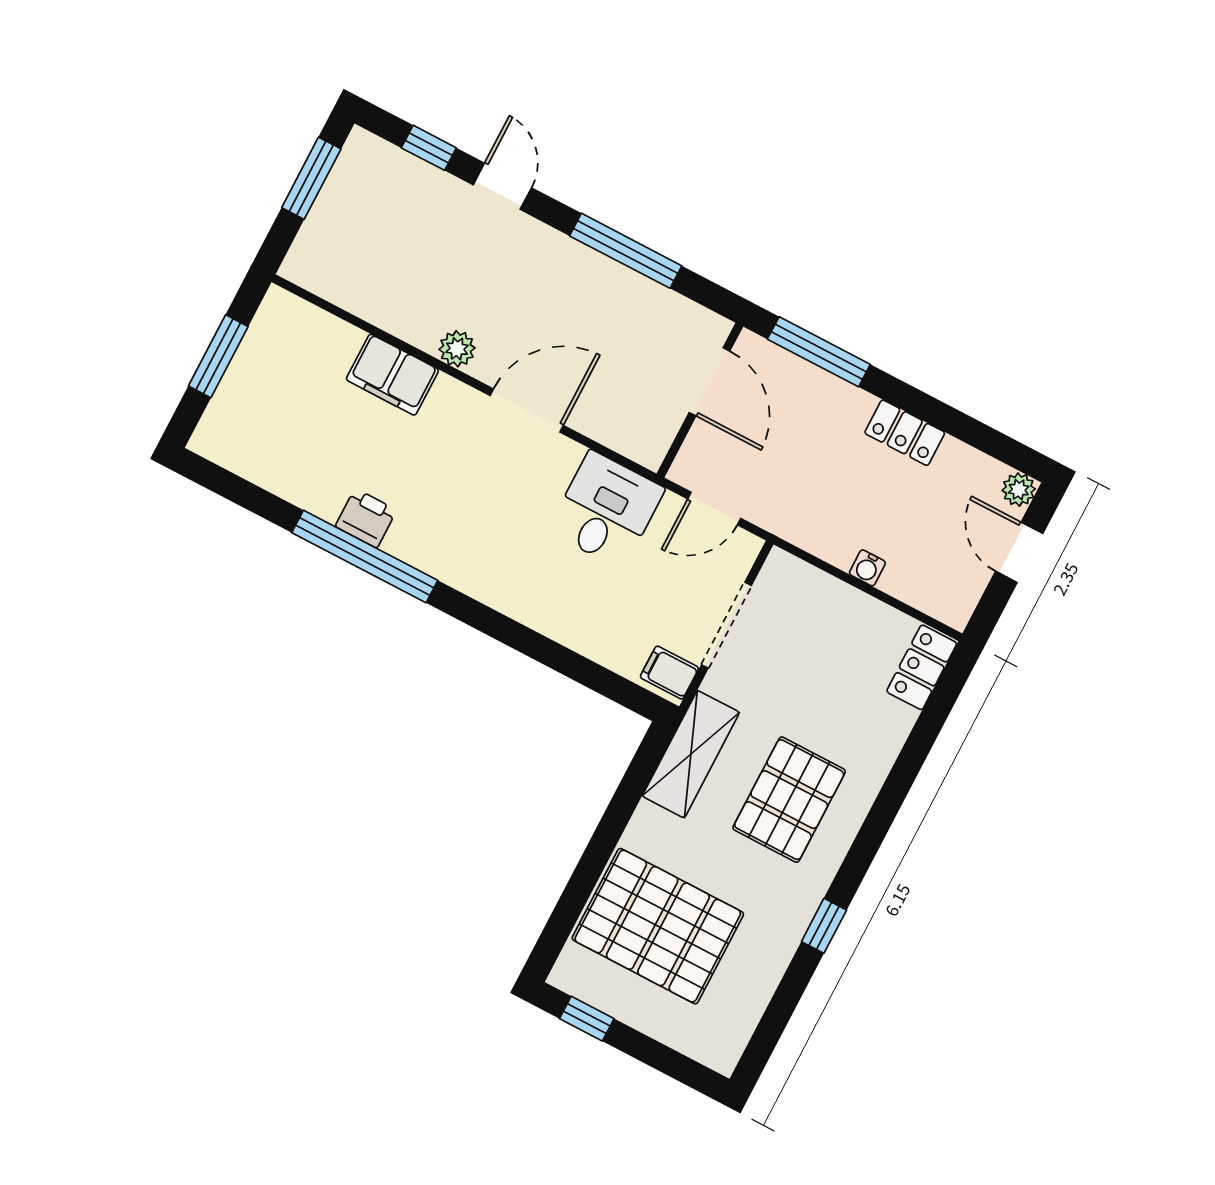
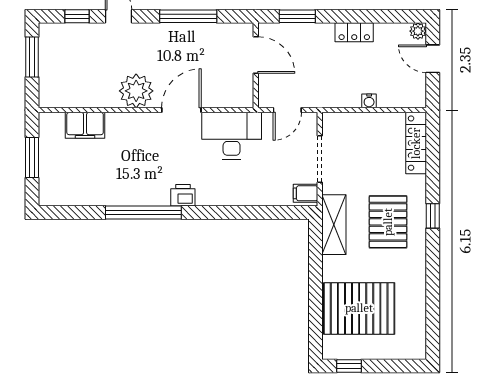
plant: (457, 349) -> (136, 91), width x1.87, depth x1.87
window: (819, 352) -> (297, 16), width x0.69
filing cabinet: (392, 375) -> (85, 125), moved
desk: (606, 510) -> (232, 136), width x1.37
printer: (366, 518) -> (183, 195), moved
locker: (922, 667) -> (416, 143), width x1.53
window: (824, 926) -> (433, 216), moved

